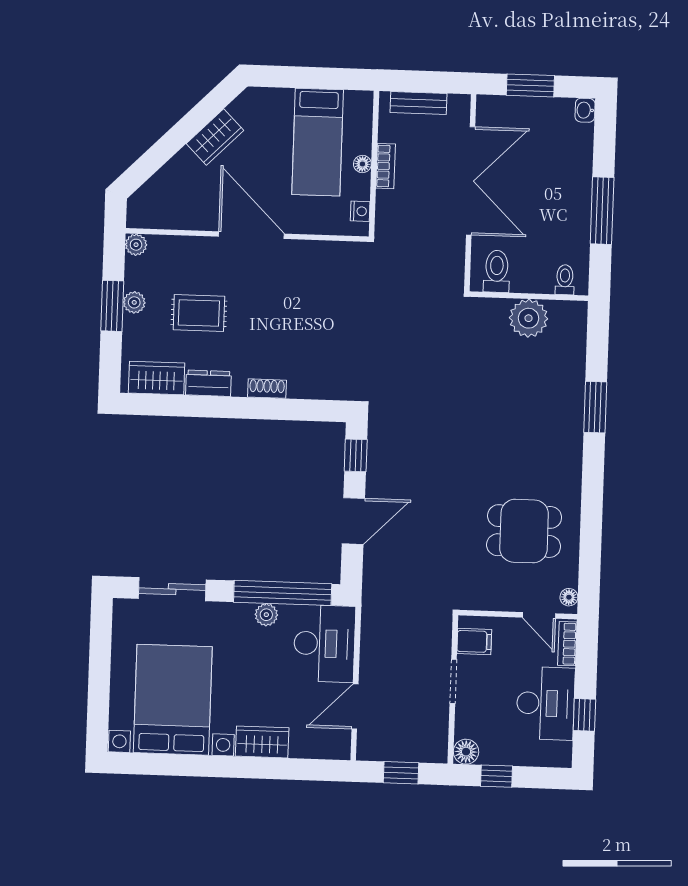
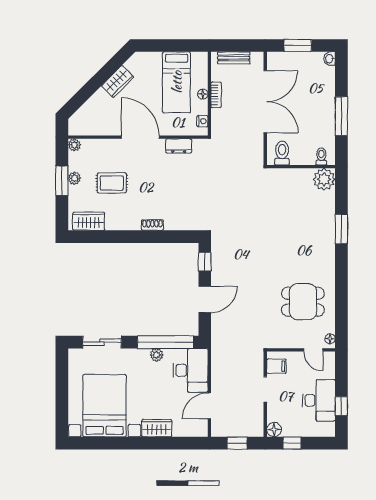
plant: (529, 318) -> (324, 179), moved
dresser: (209, 383) -> (179, 146), moved, turned 180
bookcase: (567, 644) -> (330, 366), removed

